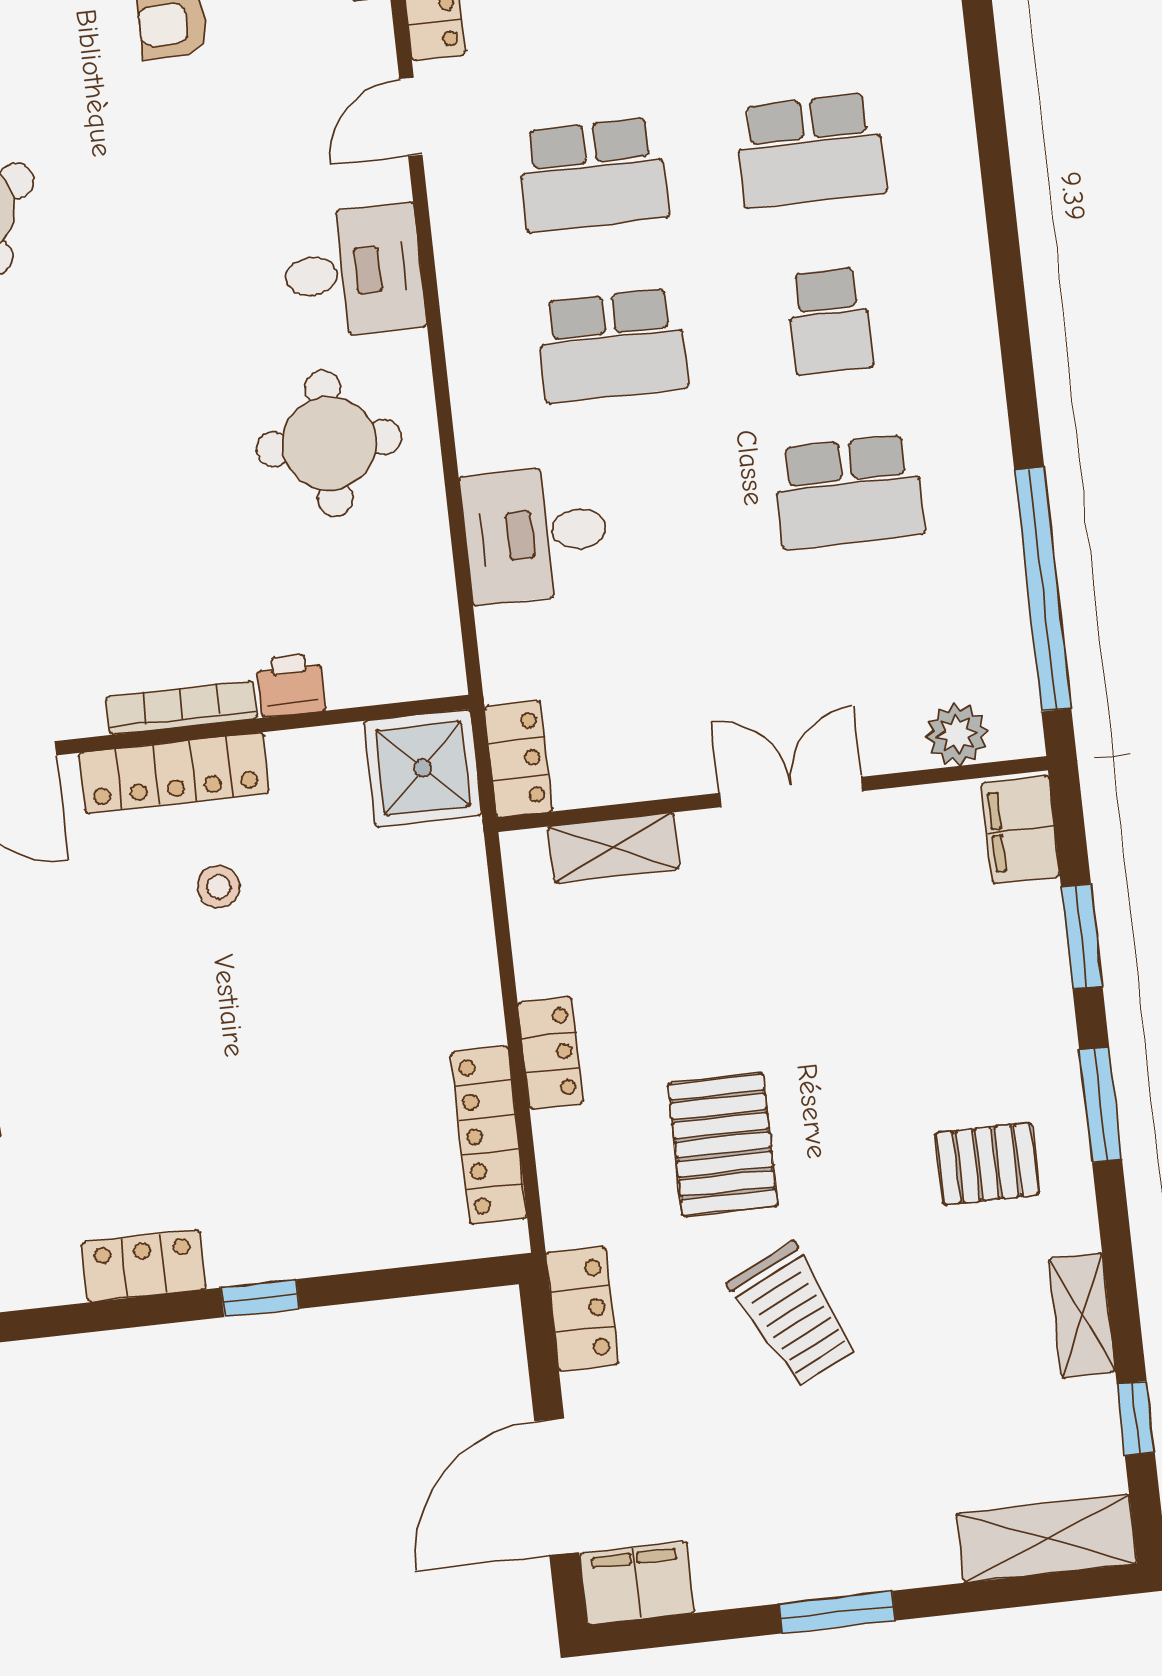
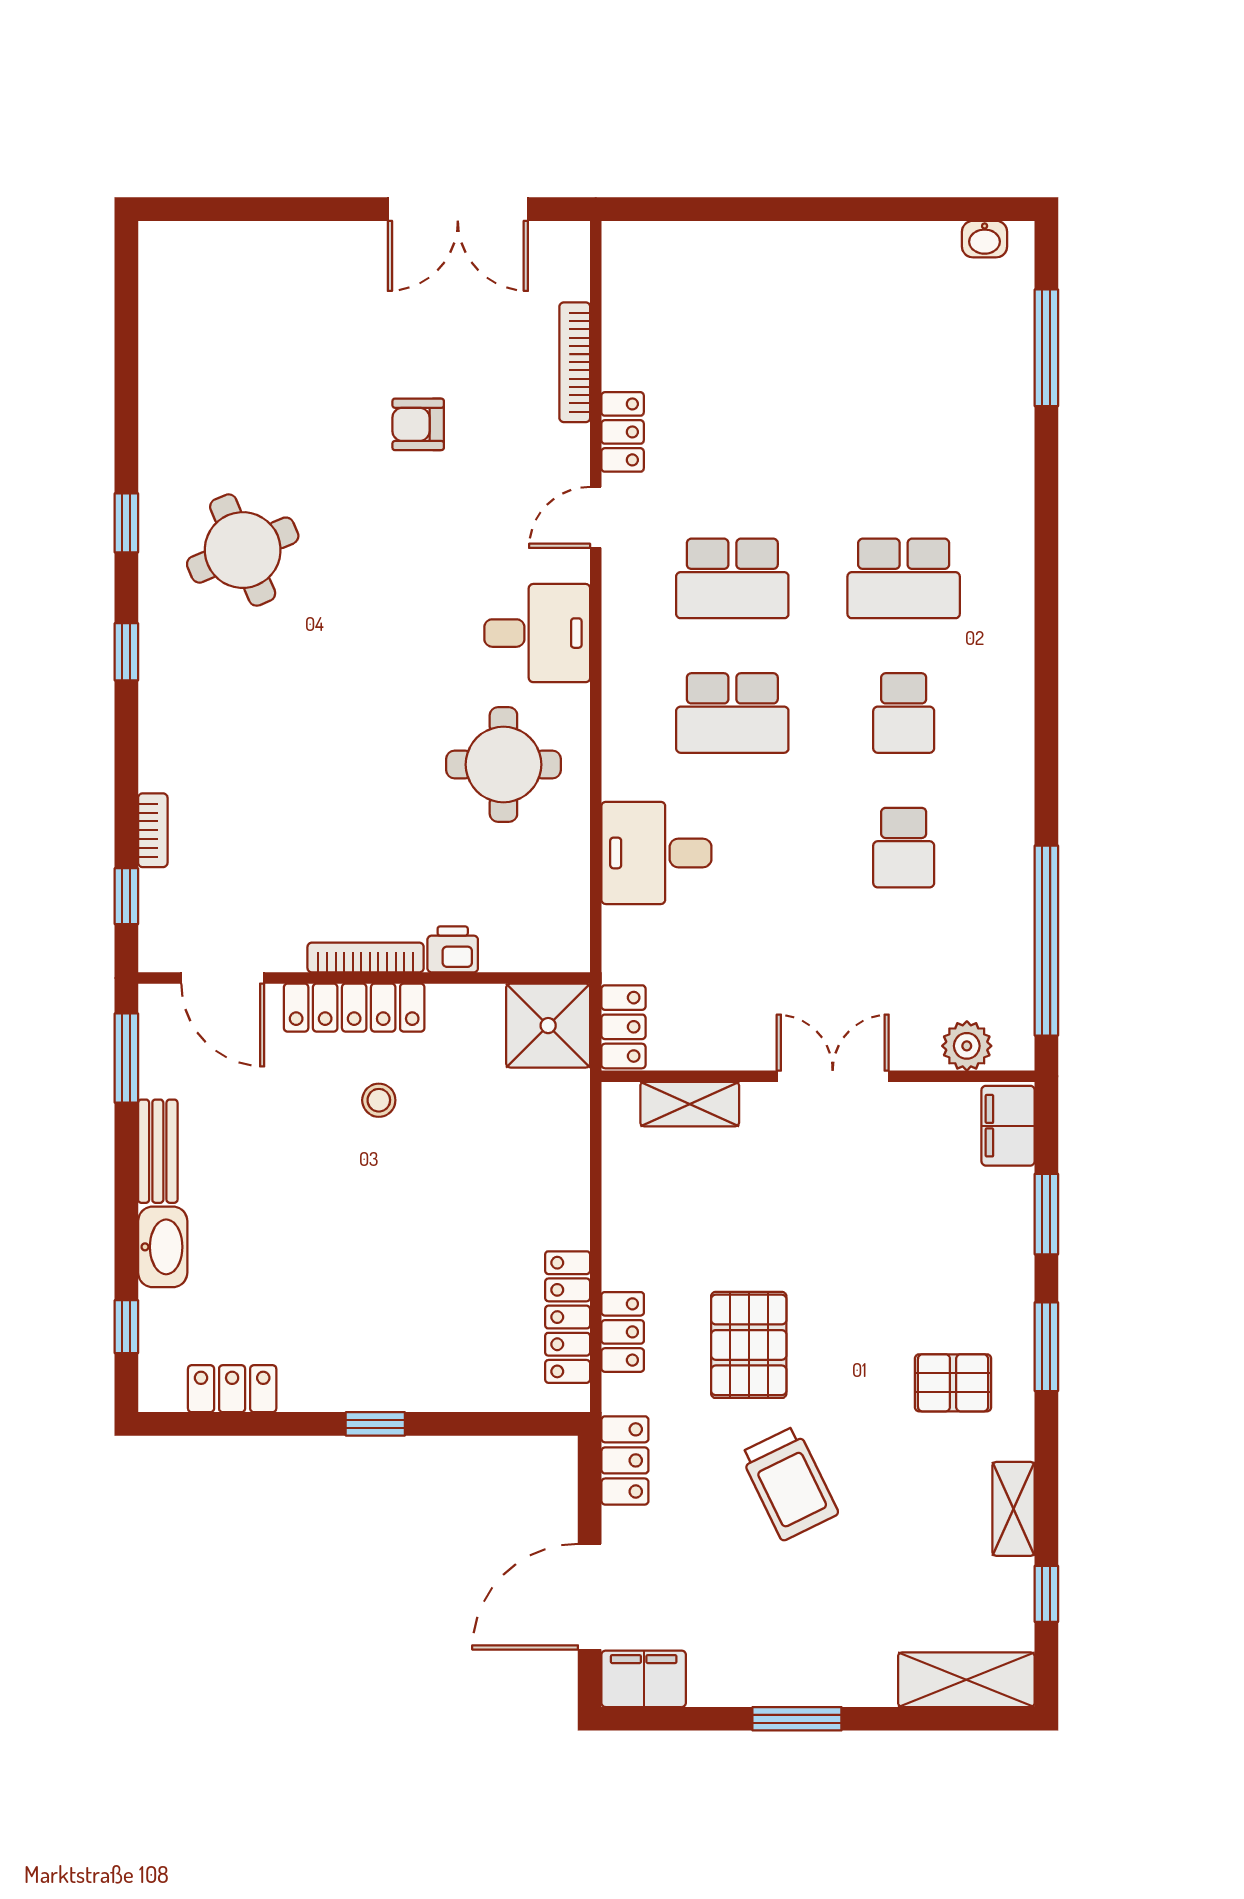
school desk: (849, 492) -> (904, 848), width x0.54
locker: (550, 1053) -> (623, 1332), moved
locker: (144, 1266) -> (232, 1389), moved

